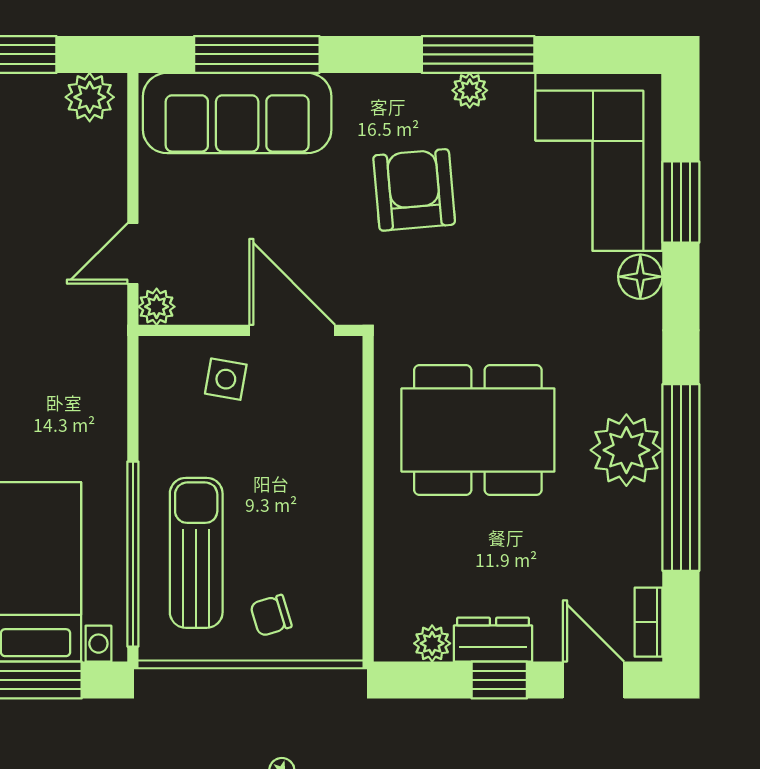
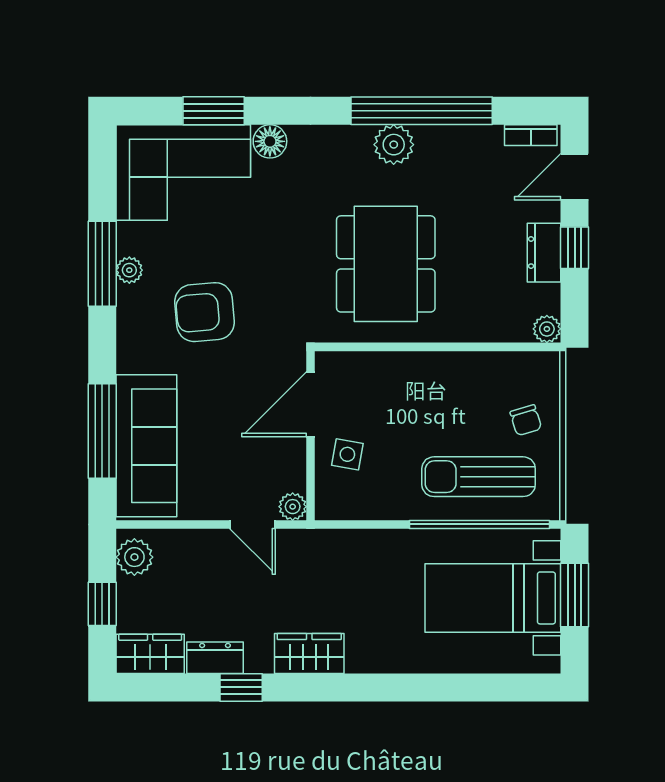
plant: (626, 450) -> (394, 145), width x0.73, depth x0.73
plant: (432, 643) -> (547, 329), moved

